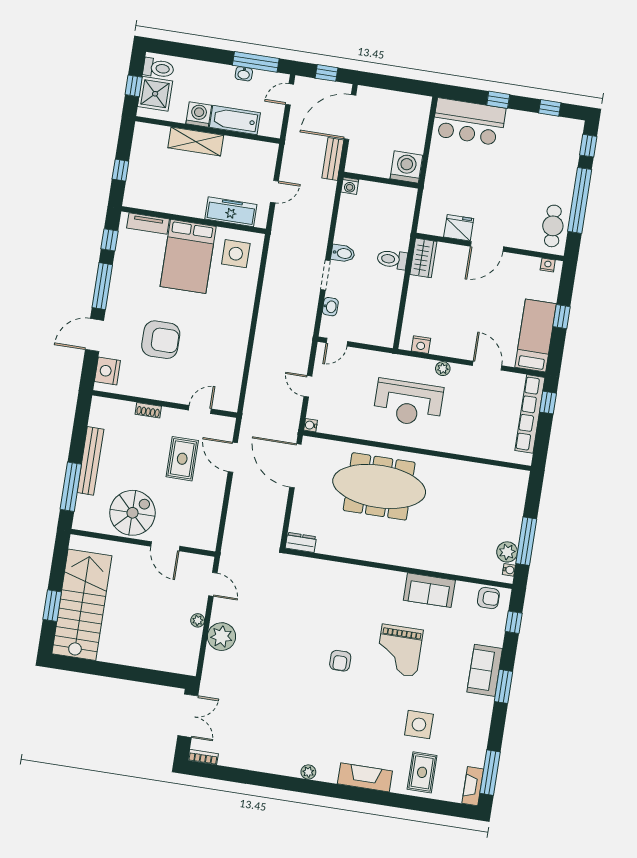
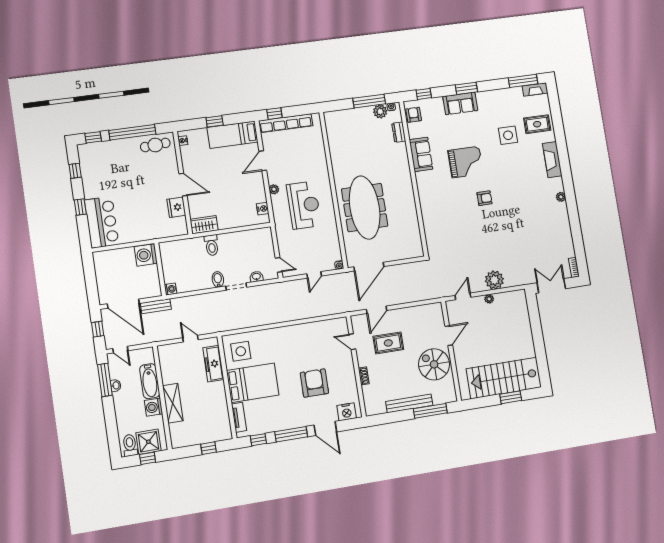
dresser: (301, 542) -> (399, 132), moved

